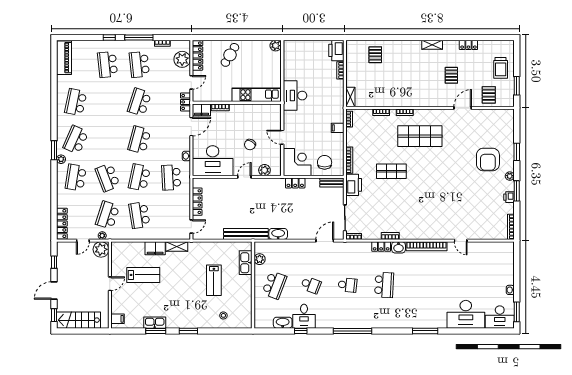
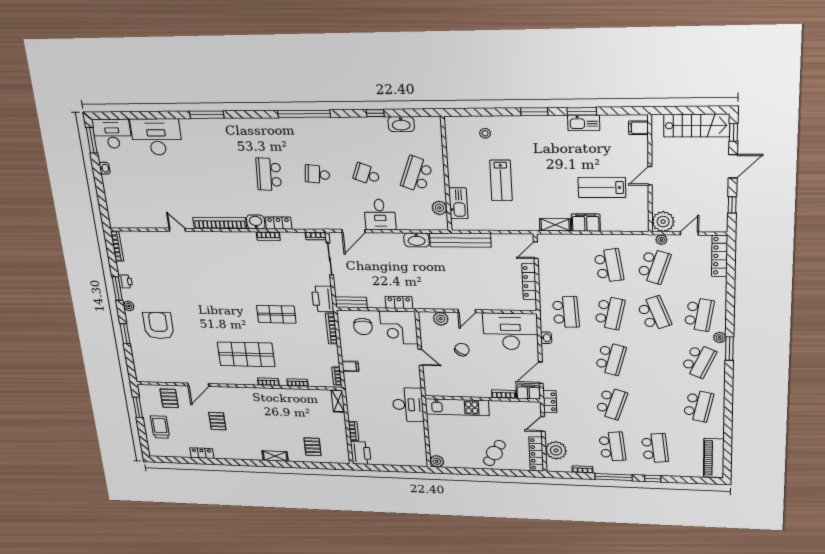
shelving: (432, 45) -> (275, 456), moved
lab bench: (214, 280) -> (501, 180), turned 180
desk: (304, 316) -> (380, 215), moved, turned 180

